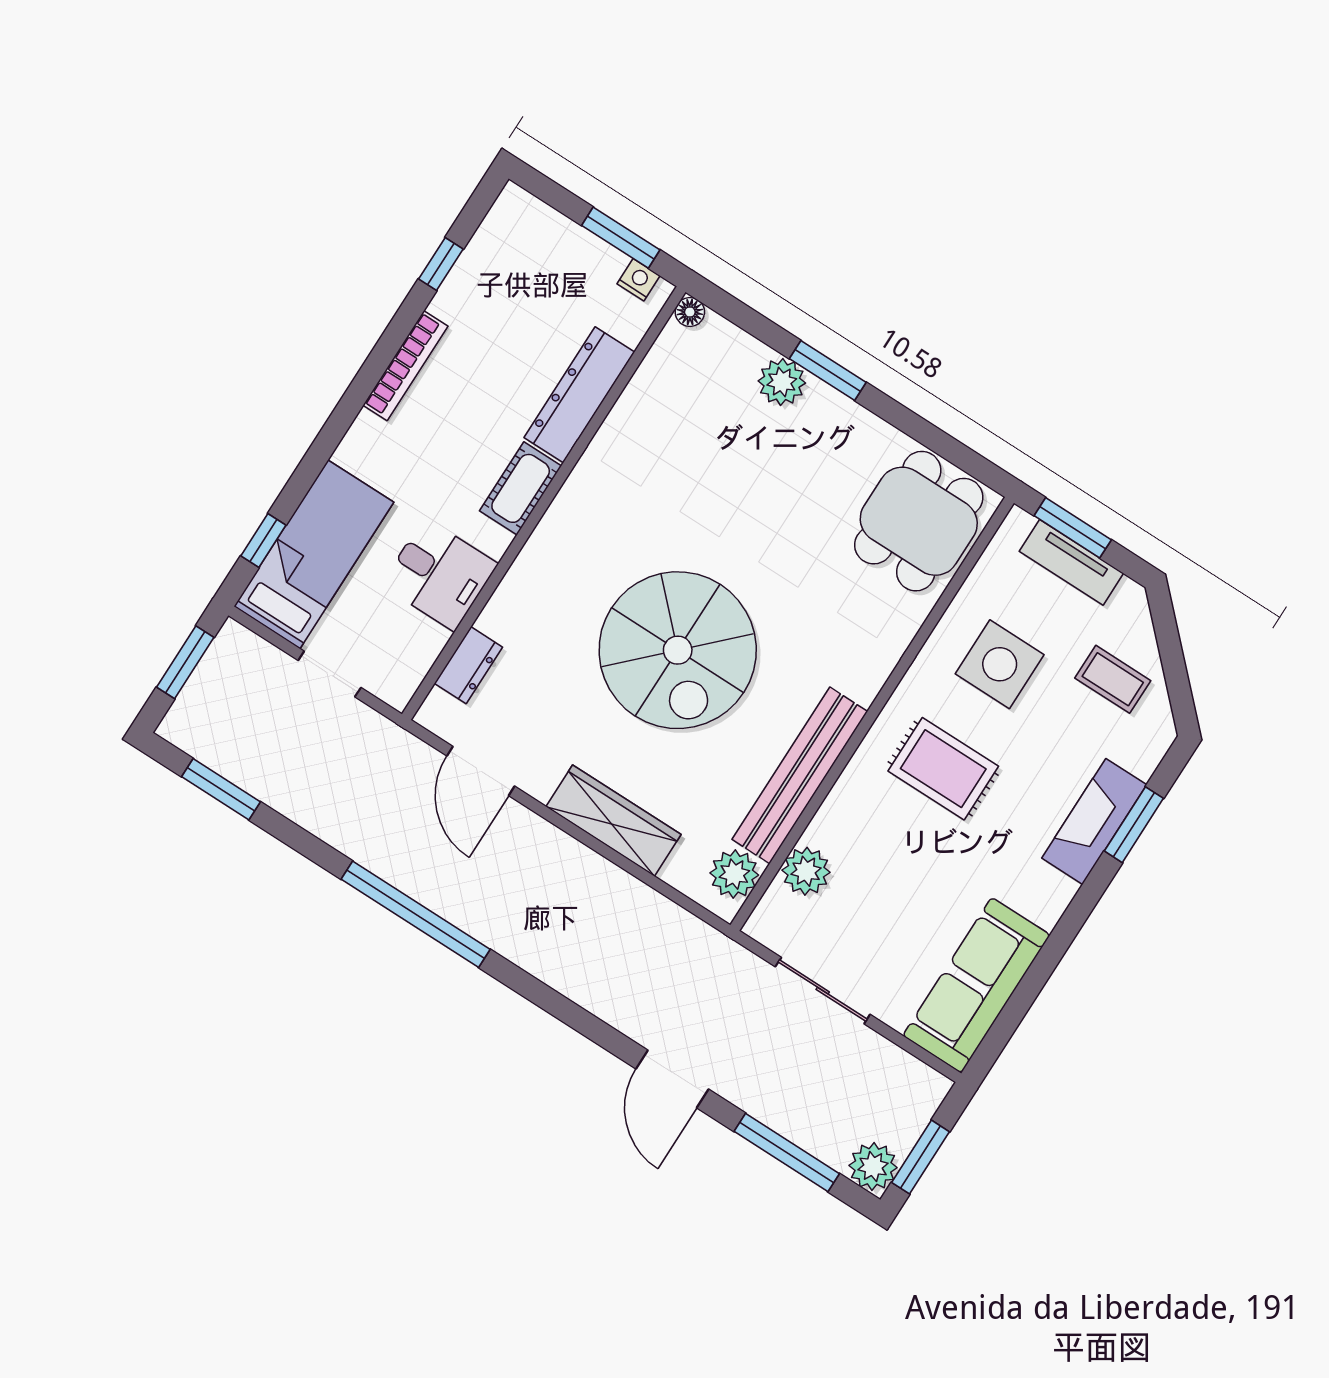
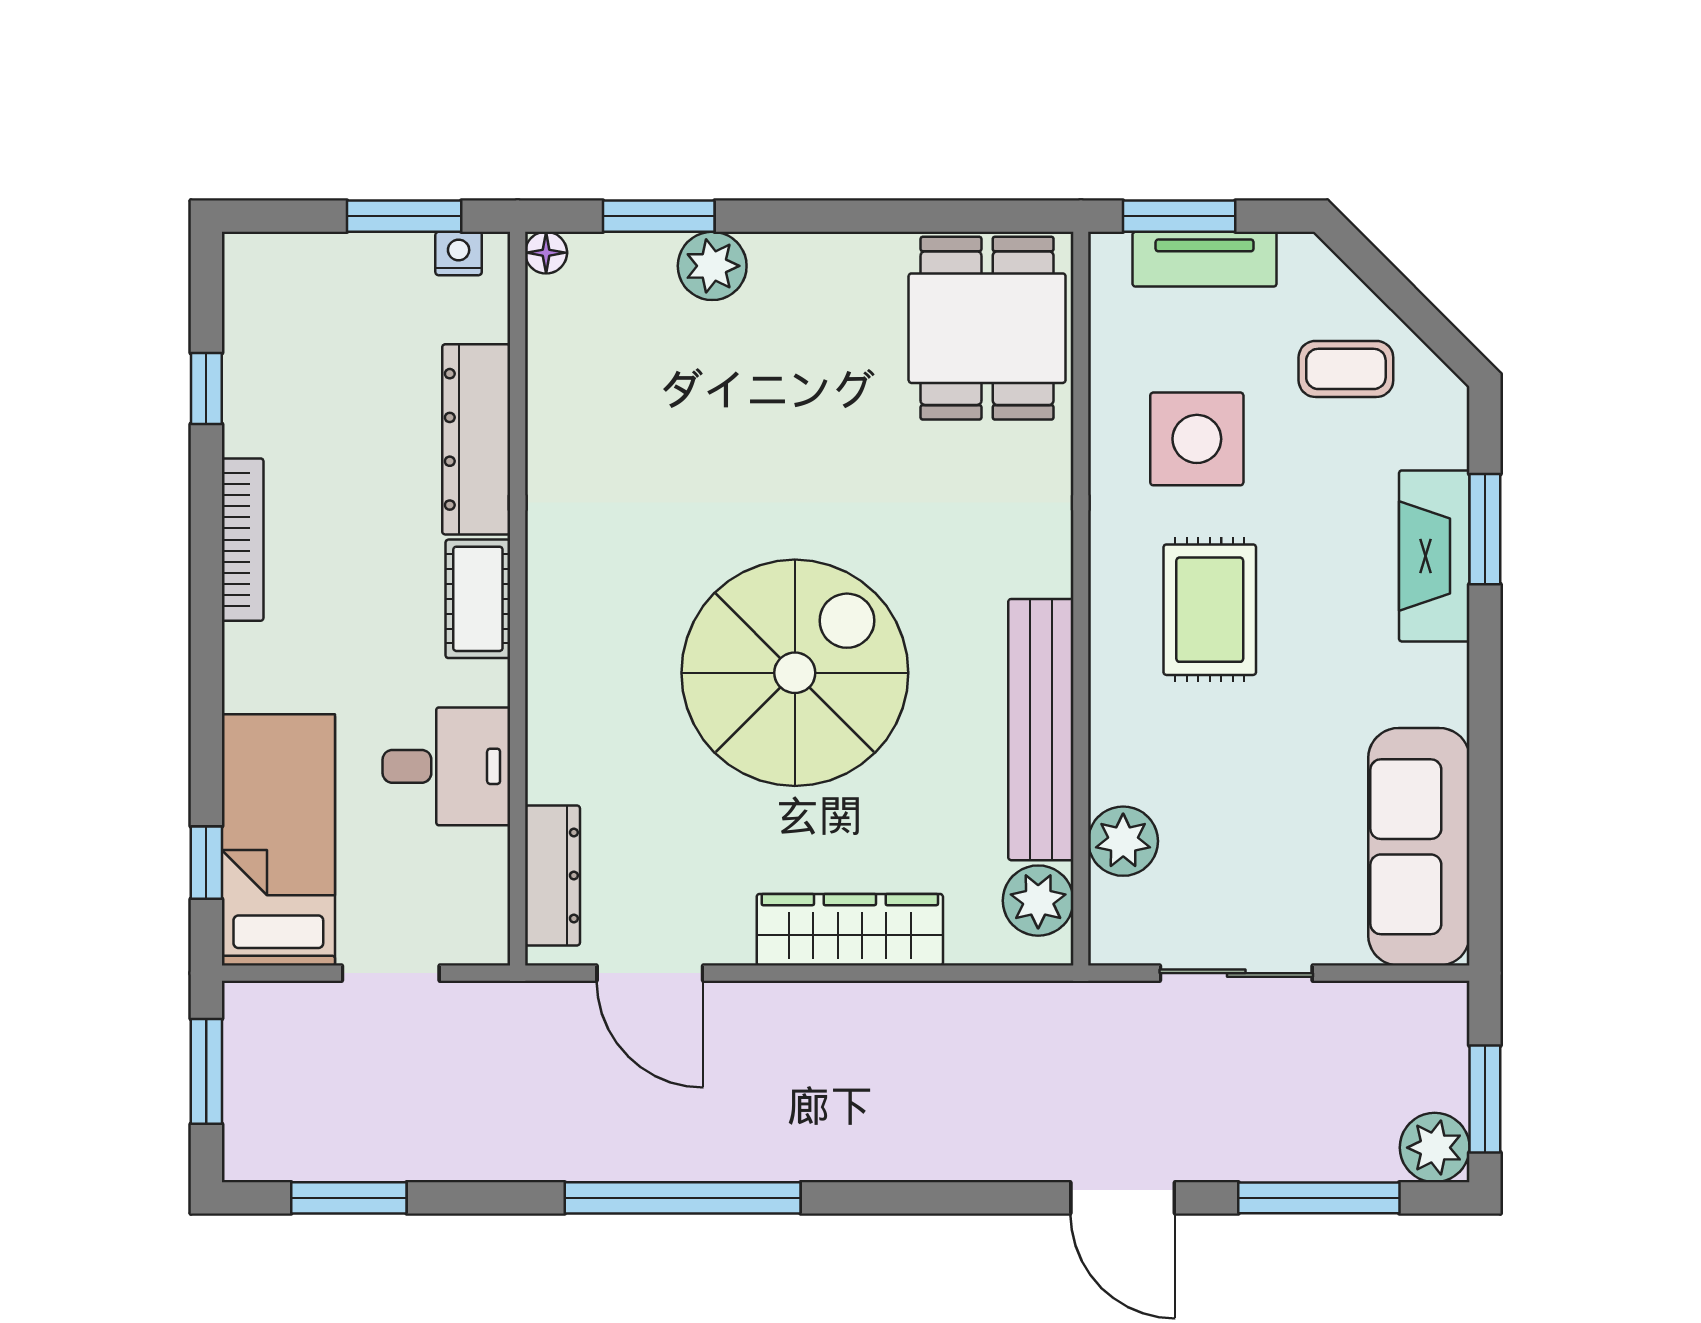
window: (828, 371) -> (659, 216), moved
spiral stairs: (678, 650) -> (795, 673), turned -90
dresser: (468, 665) -> (552, 875), width x1.44
rug: (943, 769) -> (1210, 610), turned 90

